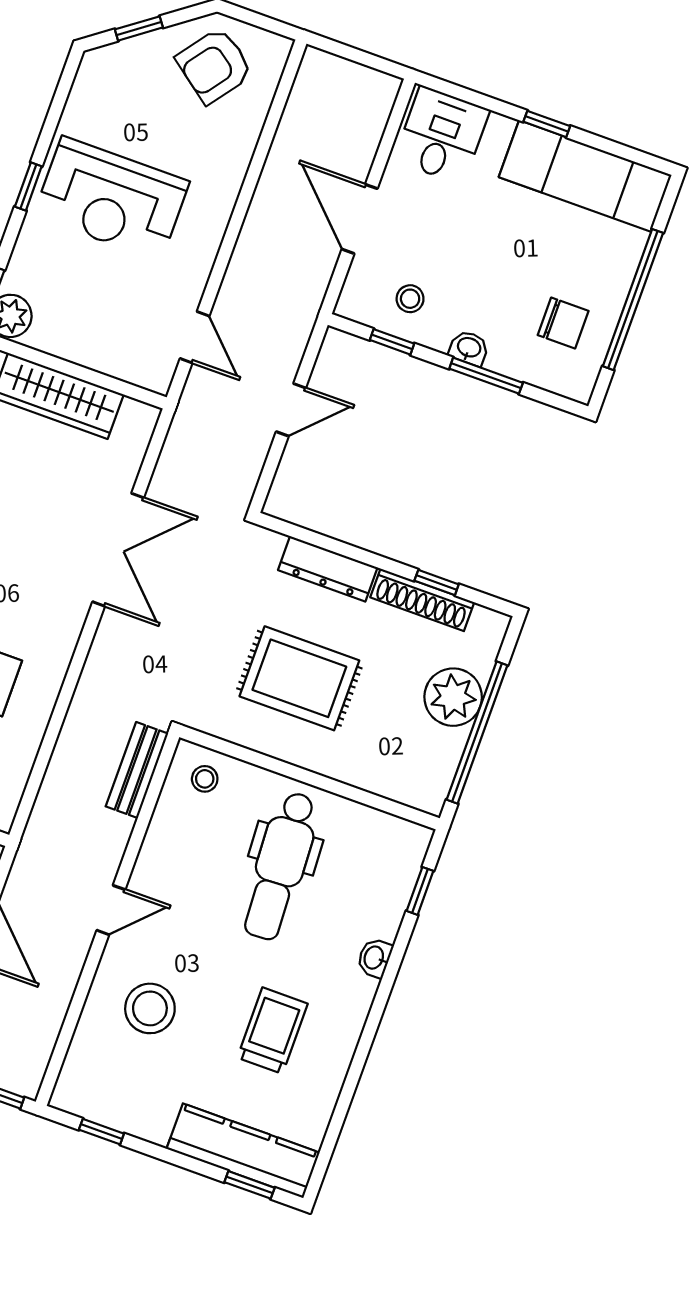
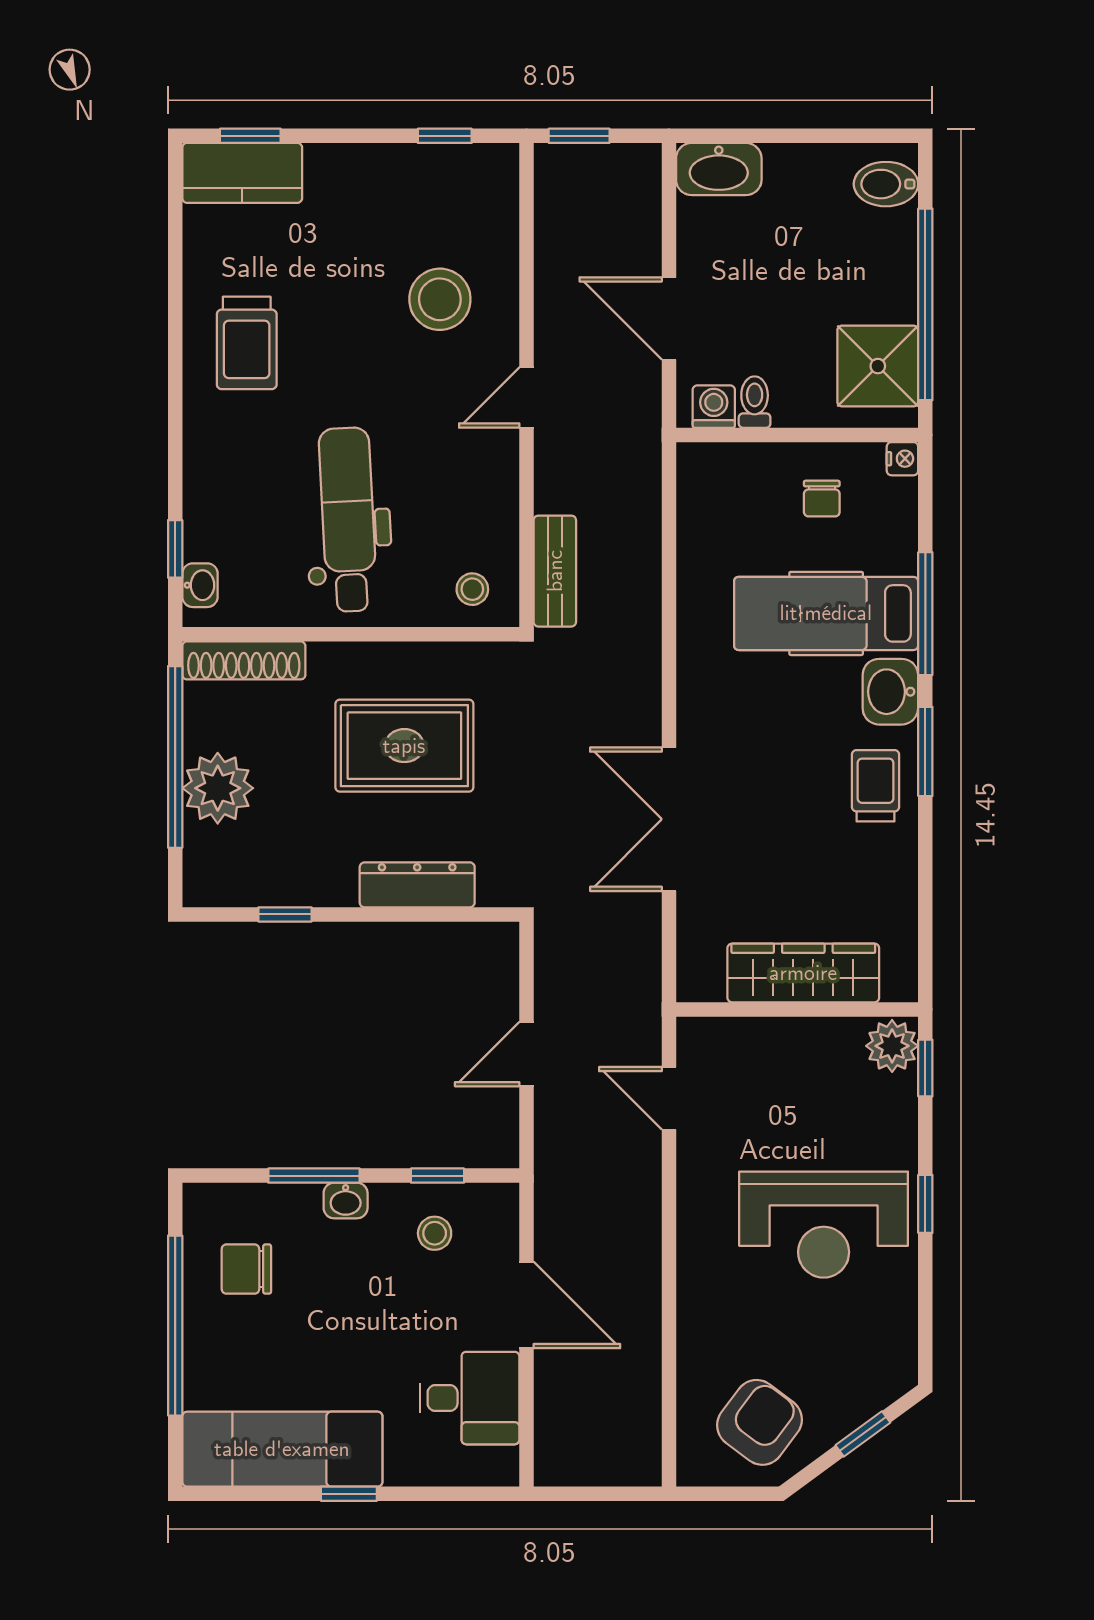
desk: (442, 135) -> (469, 1398), moved, turned -90
reception desk: (111, 199) -> (824, 1225), turned 180
shoe rack: (422, 600) -> (244, 660), moved, turned 180
washbasin: (375, 958) -> (200, 585), moved
trolley: (272, 1031) -> (247, 343), moved
kitchen counter: (243, 1151) -> (242, 173), width x0.67

